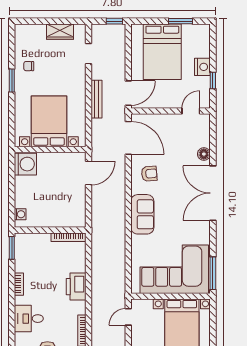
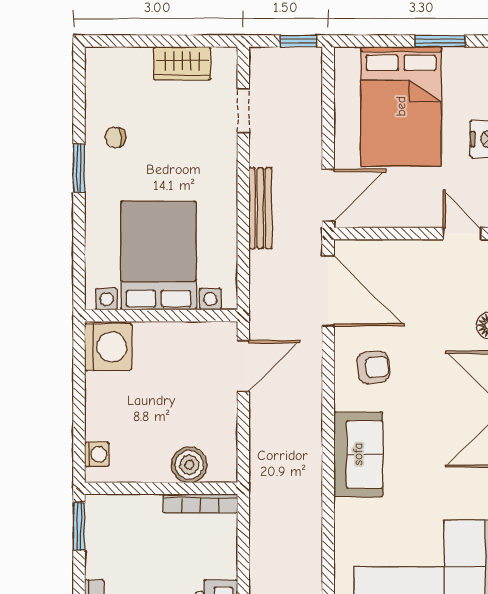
door: (191, 111) -> (462, 234), hinge flipped
boiler: (63, 219) -> (189, 465), added

